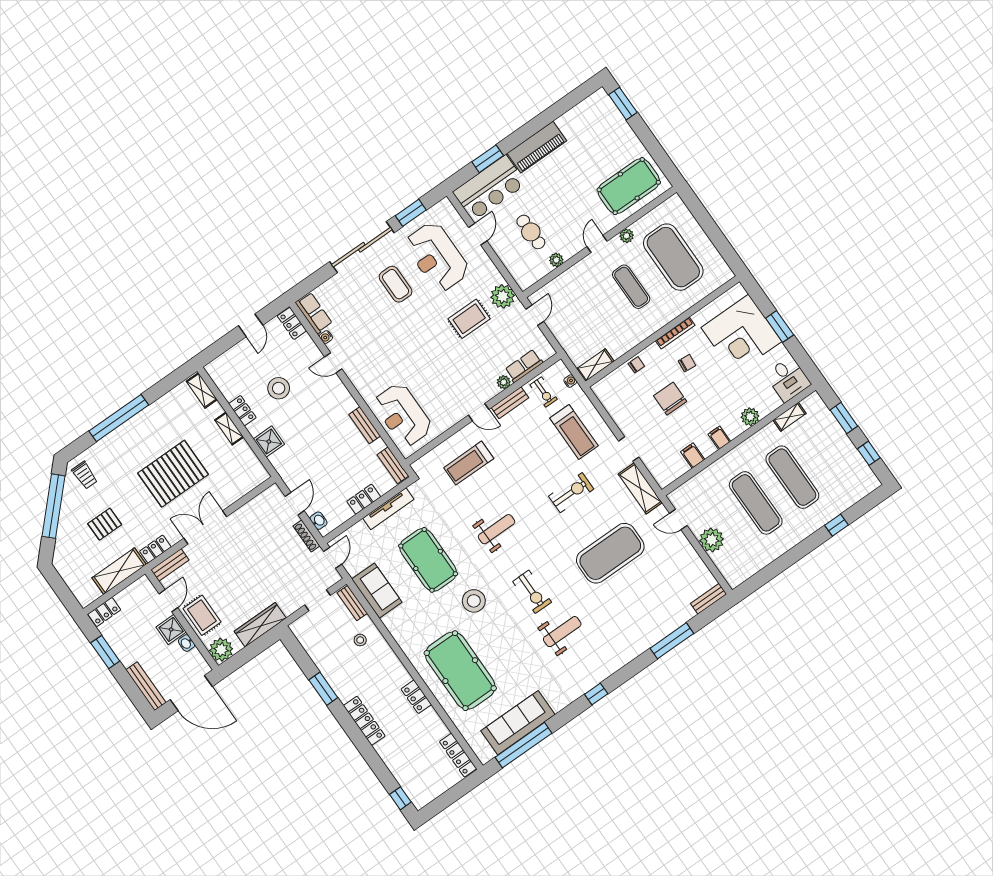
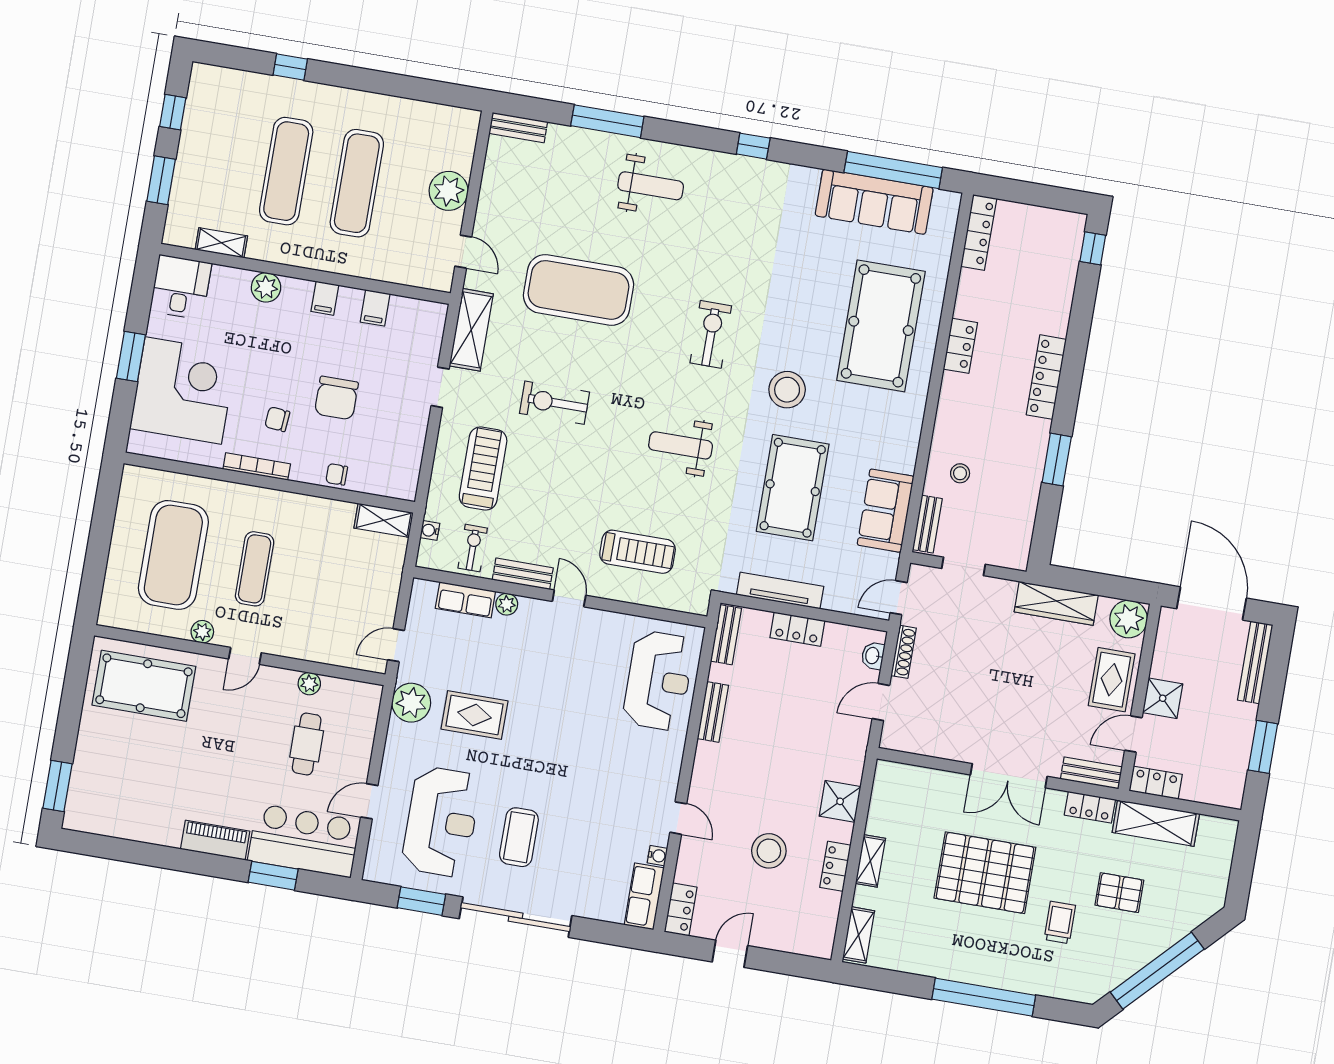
piano: (537, 147) -> (215, 840), width x0.73, depth x0.75
trolley: (85, 475) -> (1060, 922), moved
locker: (104, 612) -> (1156, 783), moved
weight bench: (562, 632) -> (651, 186), moved, turned 180
washbasin: (186, 643) -> (1160, 666), removed

